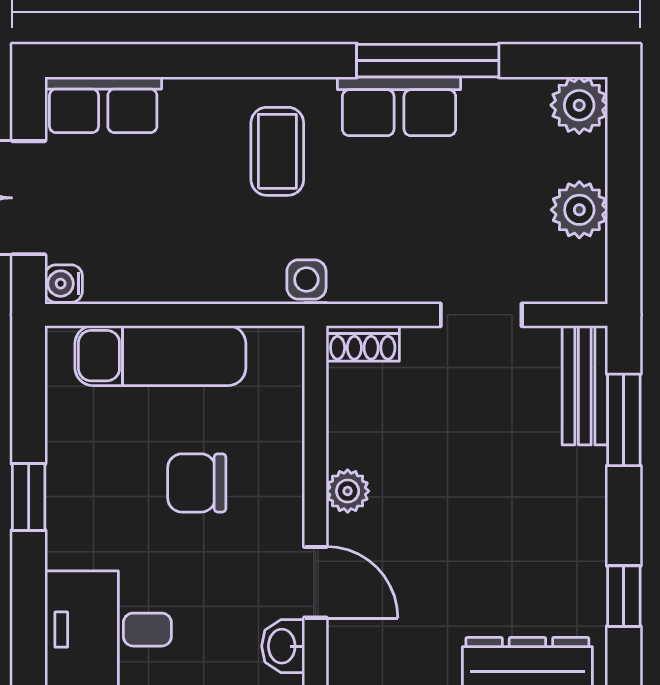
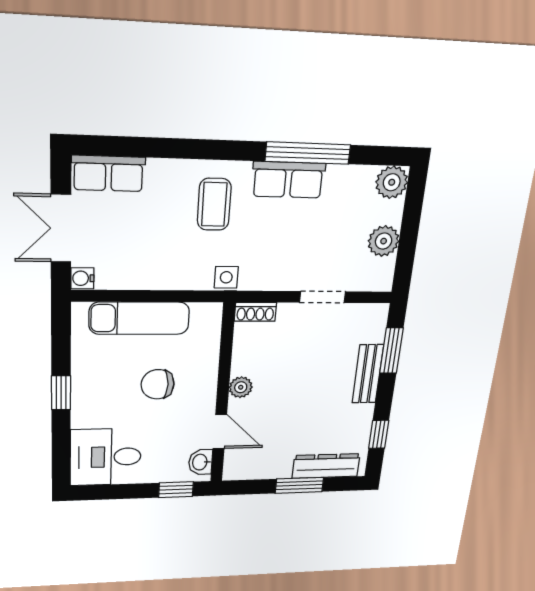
bench: (585, 385) -> (368, 374), moved

